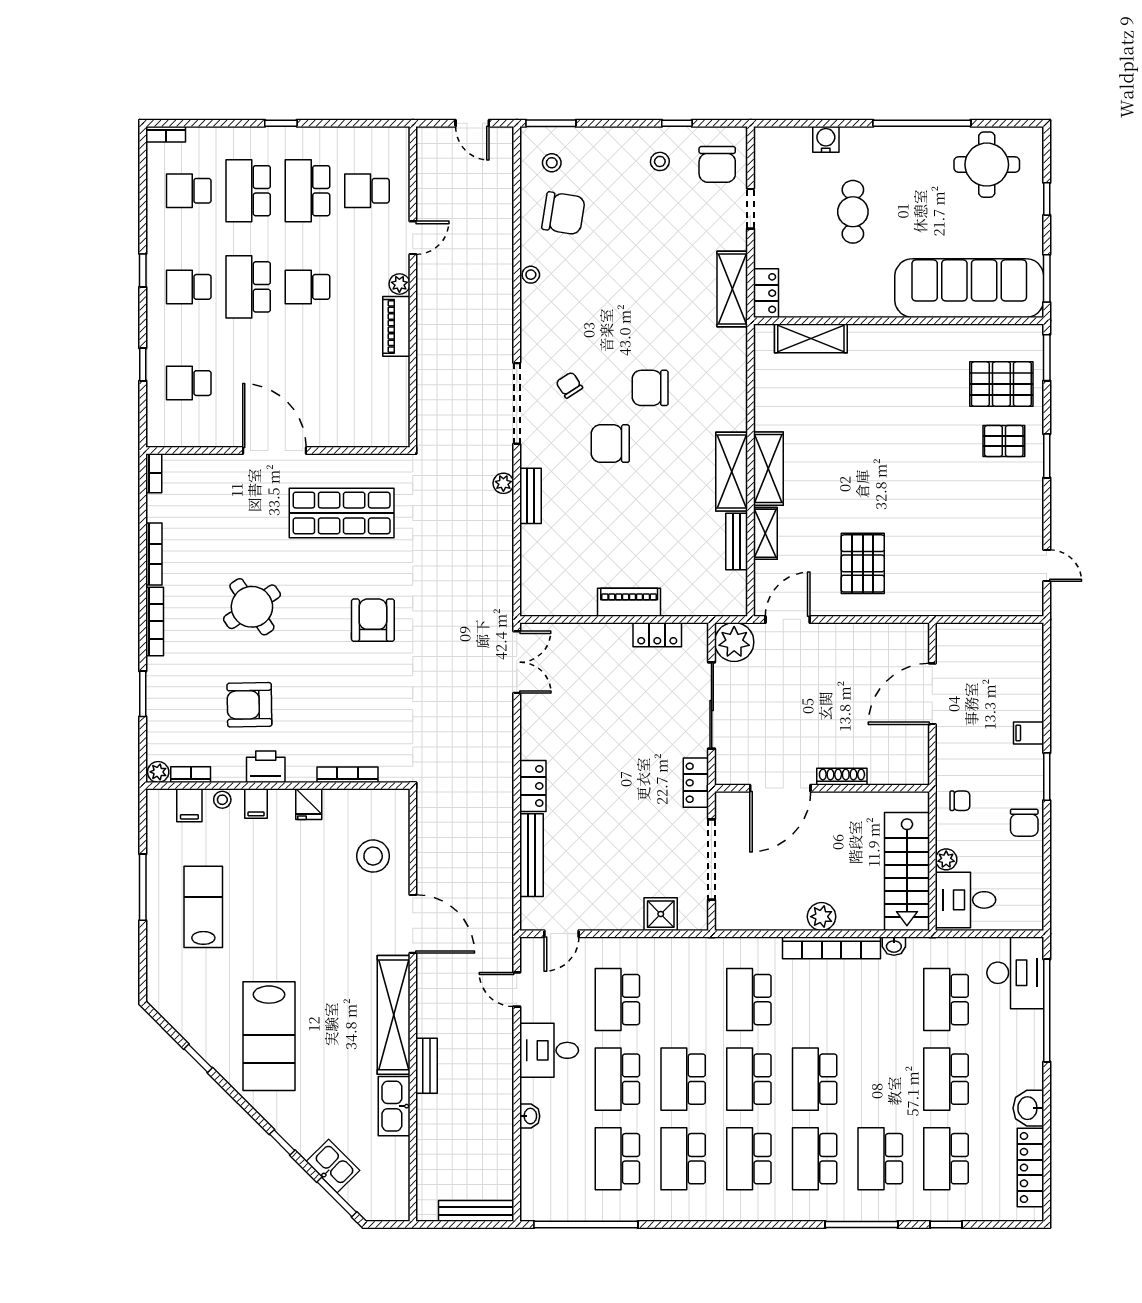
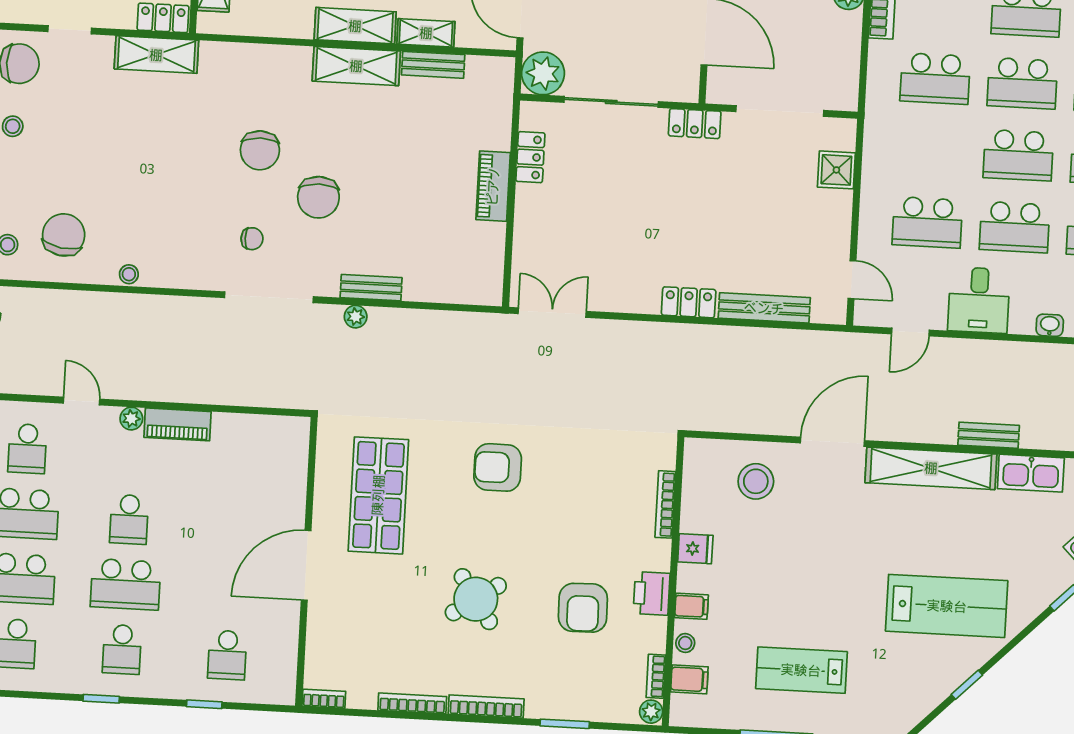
chair: (569, 385) -> (252, 239), turned -147

